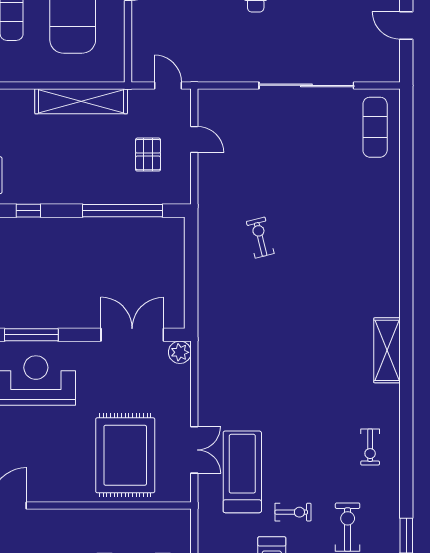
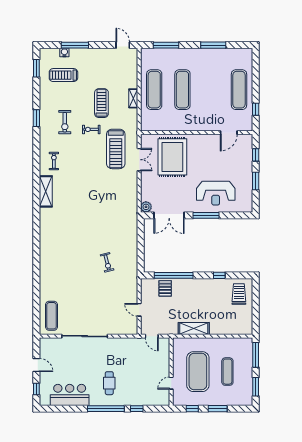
shelving: (81, 101) -> (194, 328), width x0.68
pallet: (148, 155) -> (165, 288), moved
window: (31, 335) -> (206, 215), moved
shelving: (387, 350) -> (46, 191), moved
double door: (194, 450) -> (139, 160), swing flipped

